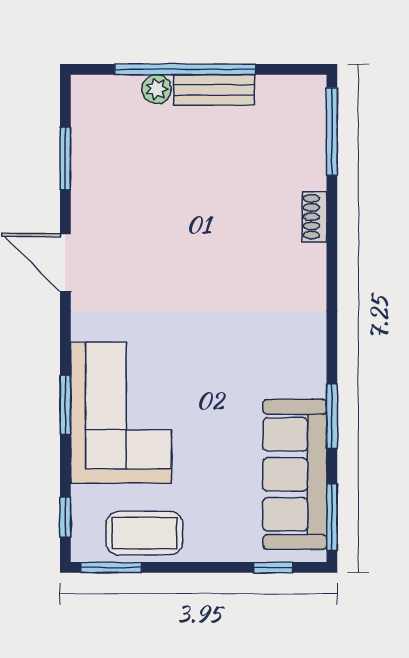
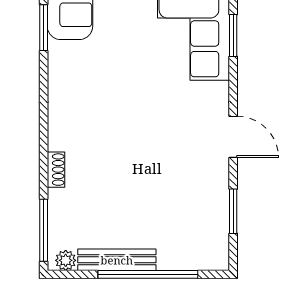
plant: (157, 89) -> (66, 260), moved
bench: (214, 90) -> (117, 260), width x1.36

